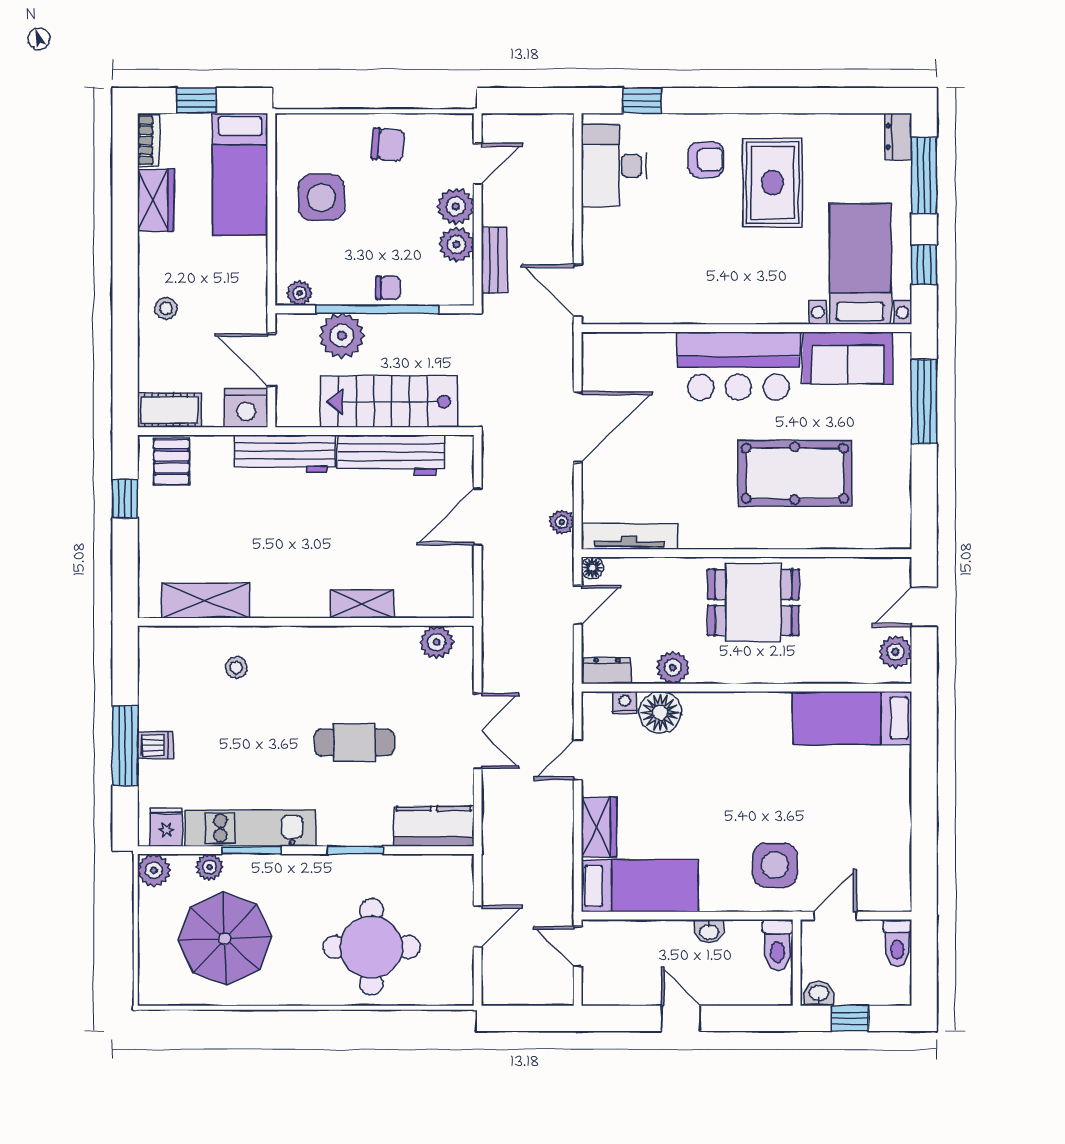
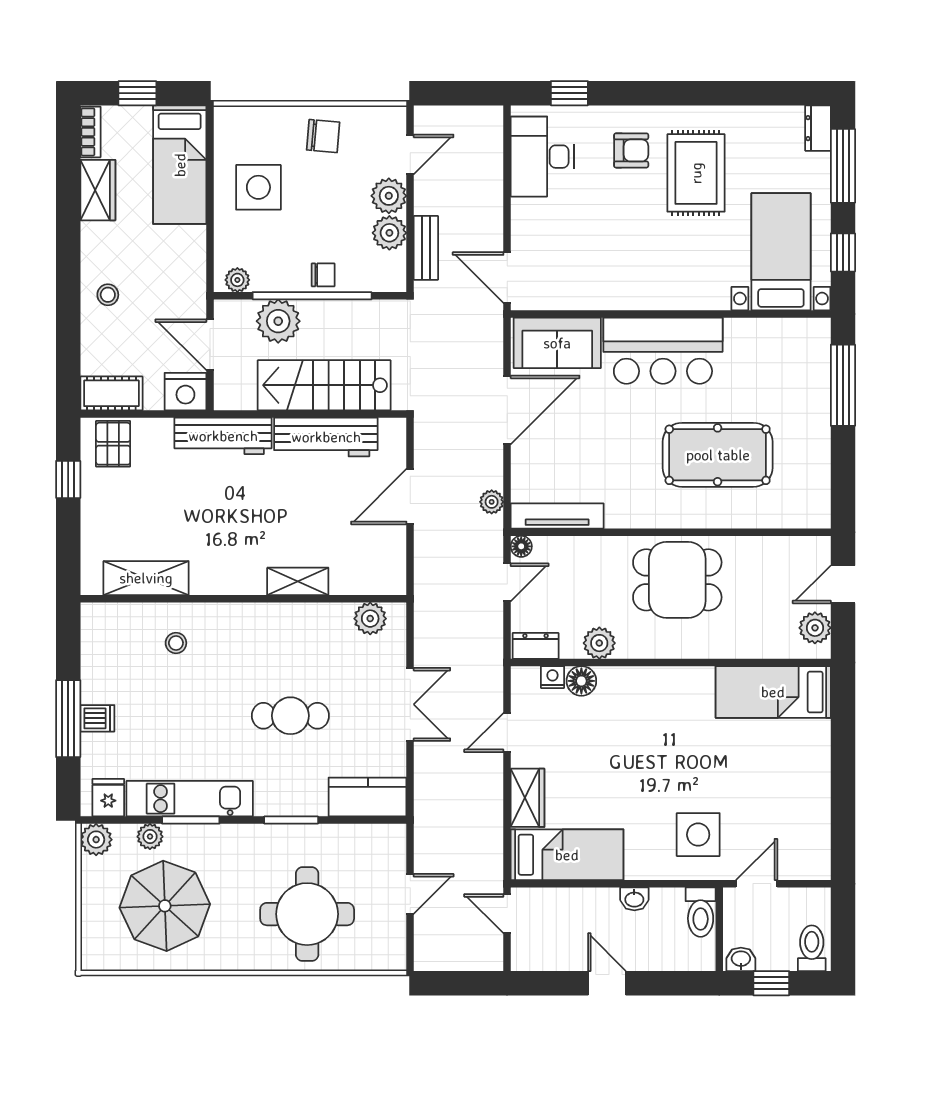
sofa: (848, 358) -> (557, 343), moved
floor lamp: (660, 712) -> (581, 681), width x0.73, depth x0.73
toilet: (897, 943) -> (812, 948), moved, turned 180

